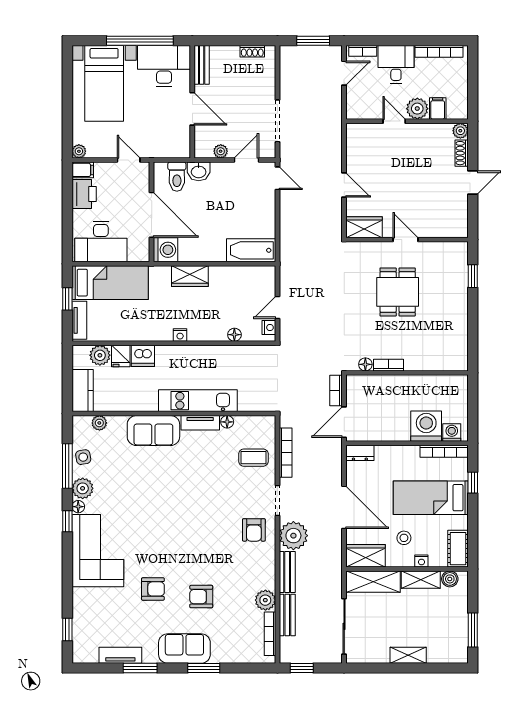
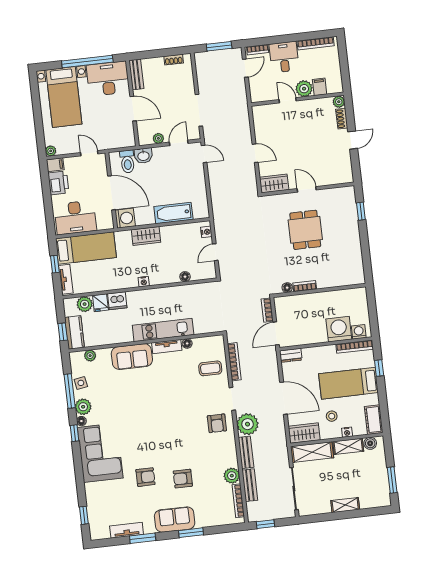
bathtub: (251, 250) -> (173, 213), moved
nightstand: (269, 328) -> (206, 232), moved
window: (67, 388) -> (63, 332), added

